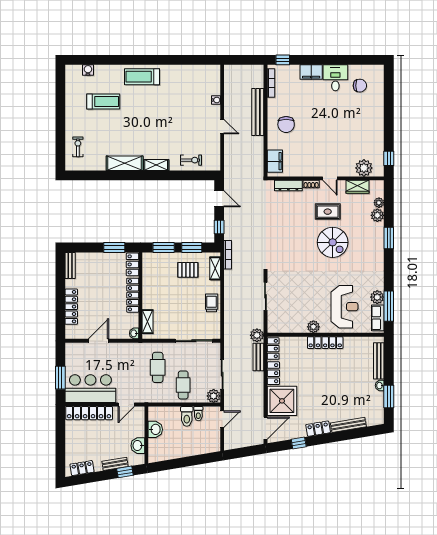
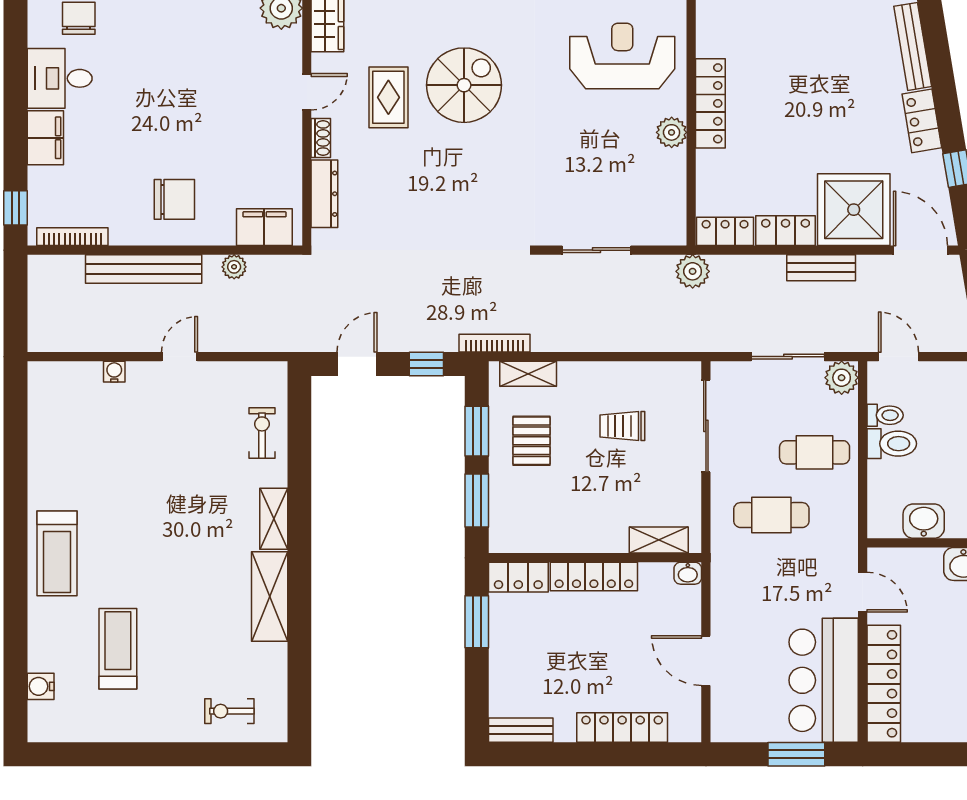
plant: (259, 149) -> (234, 267), added
trolley: (212, 303) -> (622, 426), moved
bench: (258, 357) -> (821, 268), moved

